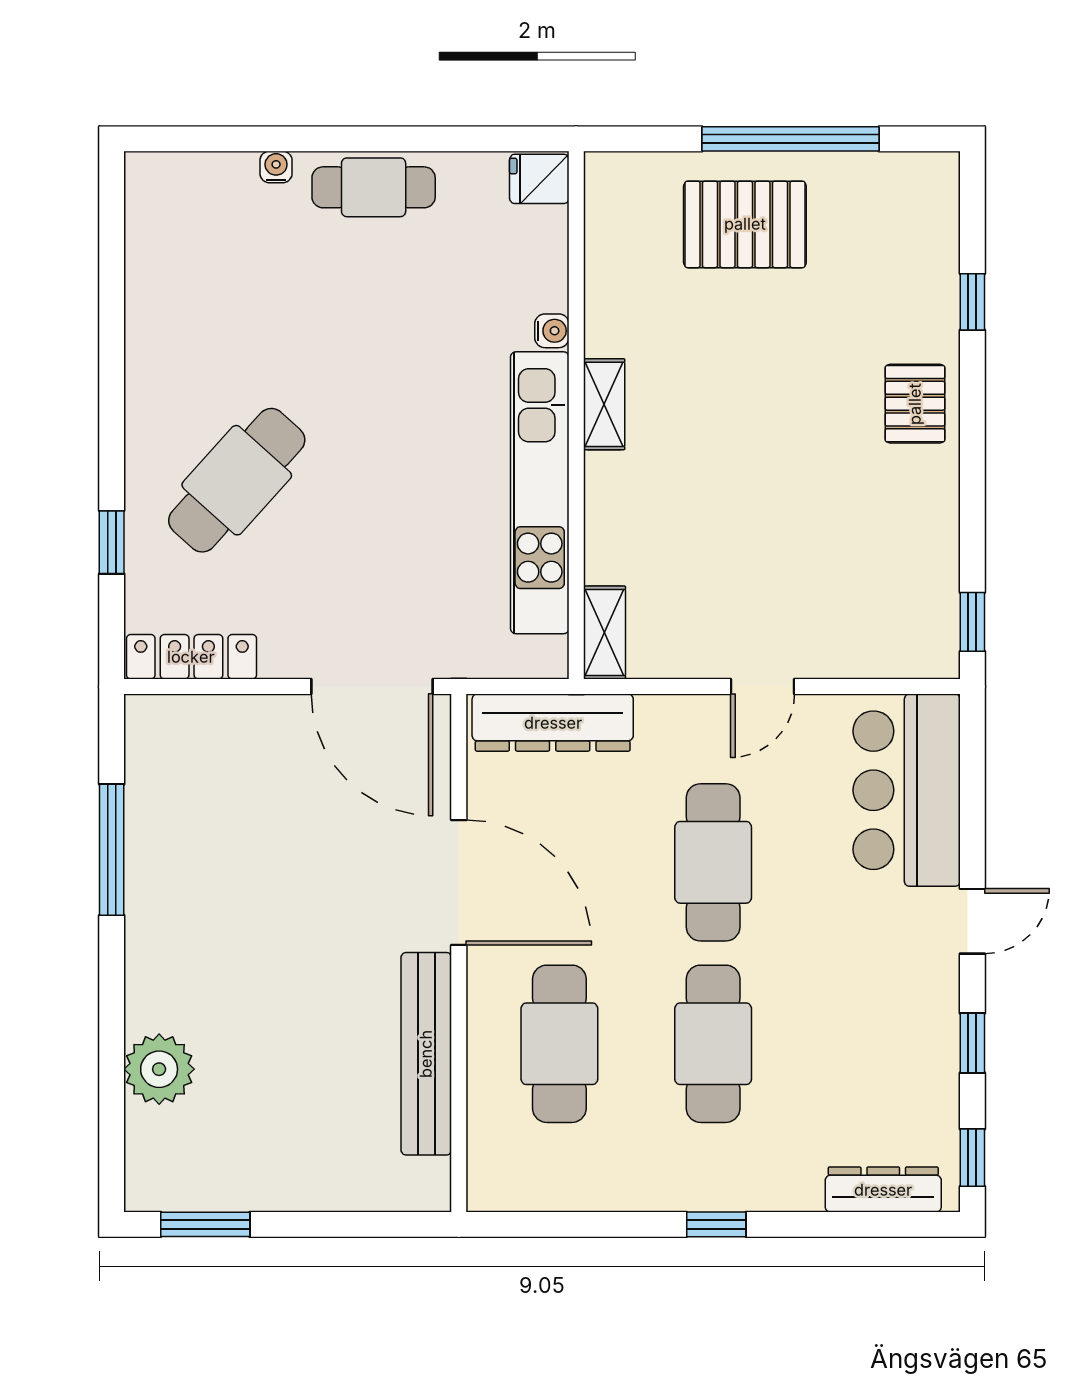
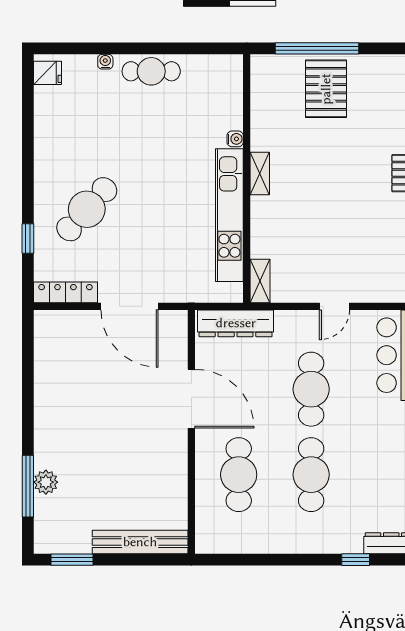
window: (790, 139) -> (317, 48), moved
fridge: (539, 179) -> (48, 73), moved, turned 180
pallet: (745, 224) -> (326, 89), turned 90
door: (372, 687) -> (130, 306), moved
window: (112, 850) -> (28, 486), moved
bench: (426, 1054) -> (140, 542), moved, turned 90
plant: (159, 1069) -> (46, 482), width x0.73, depth x0.73
window: (716, 1224) -> (356, 560), moved

